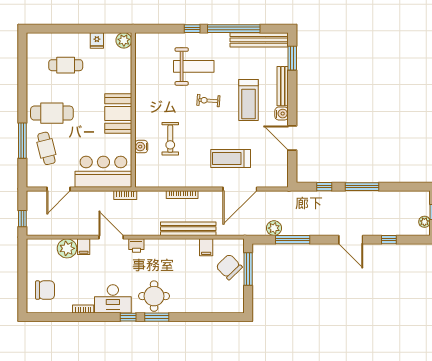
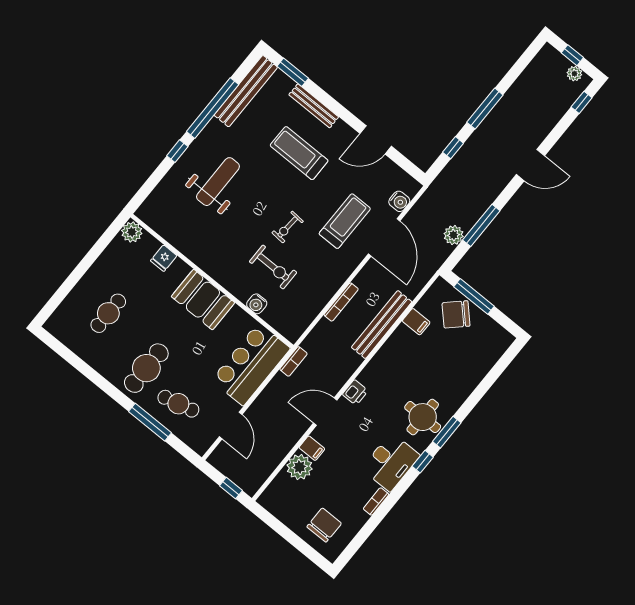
fridge: (97, 40) -> (164, 258), moved, turned 90
treadmill: (248, 100) -> (299, 153), turned 180
exercise bike: (208, 101) -> (288, 227), moved
water cooler: (282, 114) -> (399, 201), moved, turned 90
treadmill: (231, 158) -> (345, 221), turned 180
window: (389, 240) -> (582, 102), moved

